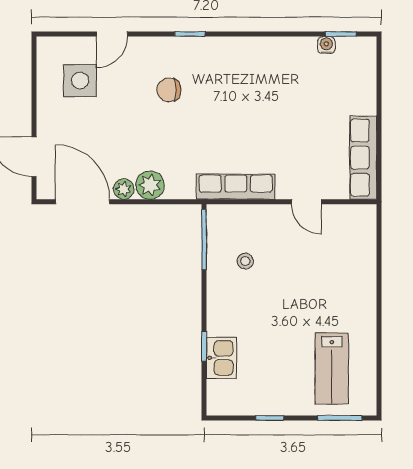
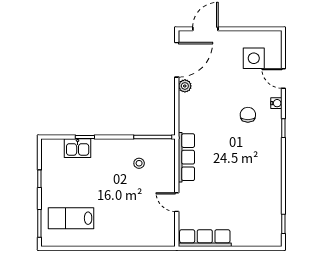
water cooler: (326, 45) -> (276, 103), moved
plant: (150, 185) -> (187, 103), removed
door: (307, 202) -> (177, 202), hinge flipped

